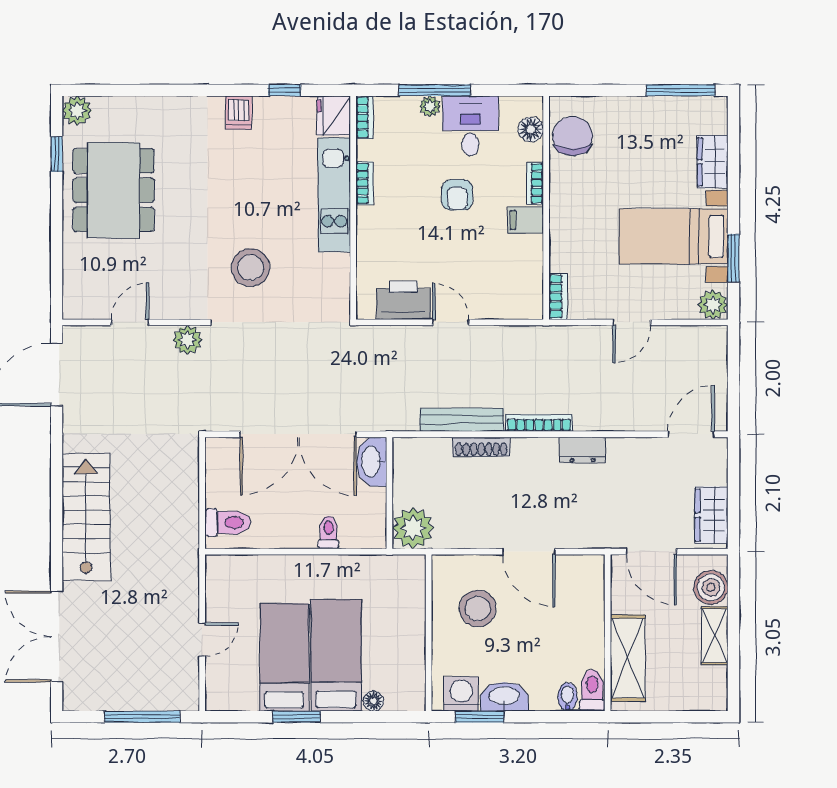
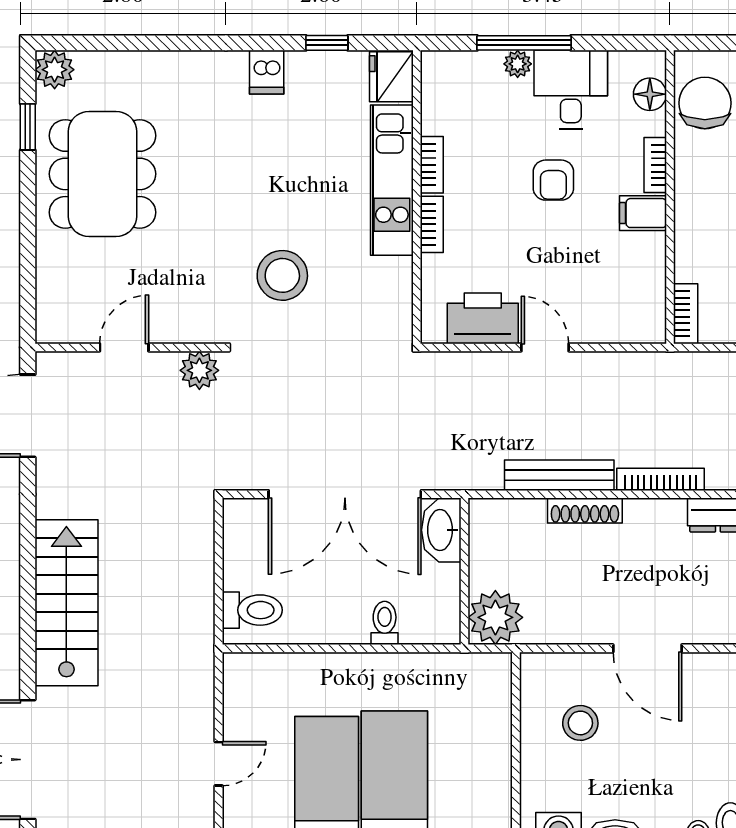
bookcase: (365, 117) -> (432, 224), moved
stool: (478, 609) -> (580, 723), width x0.73, depth x0.73

